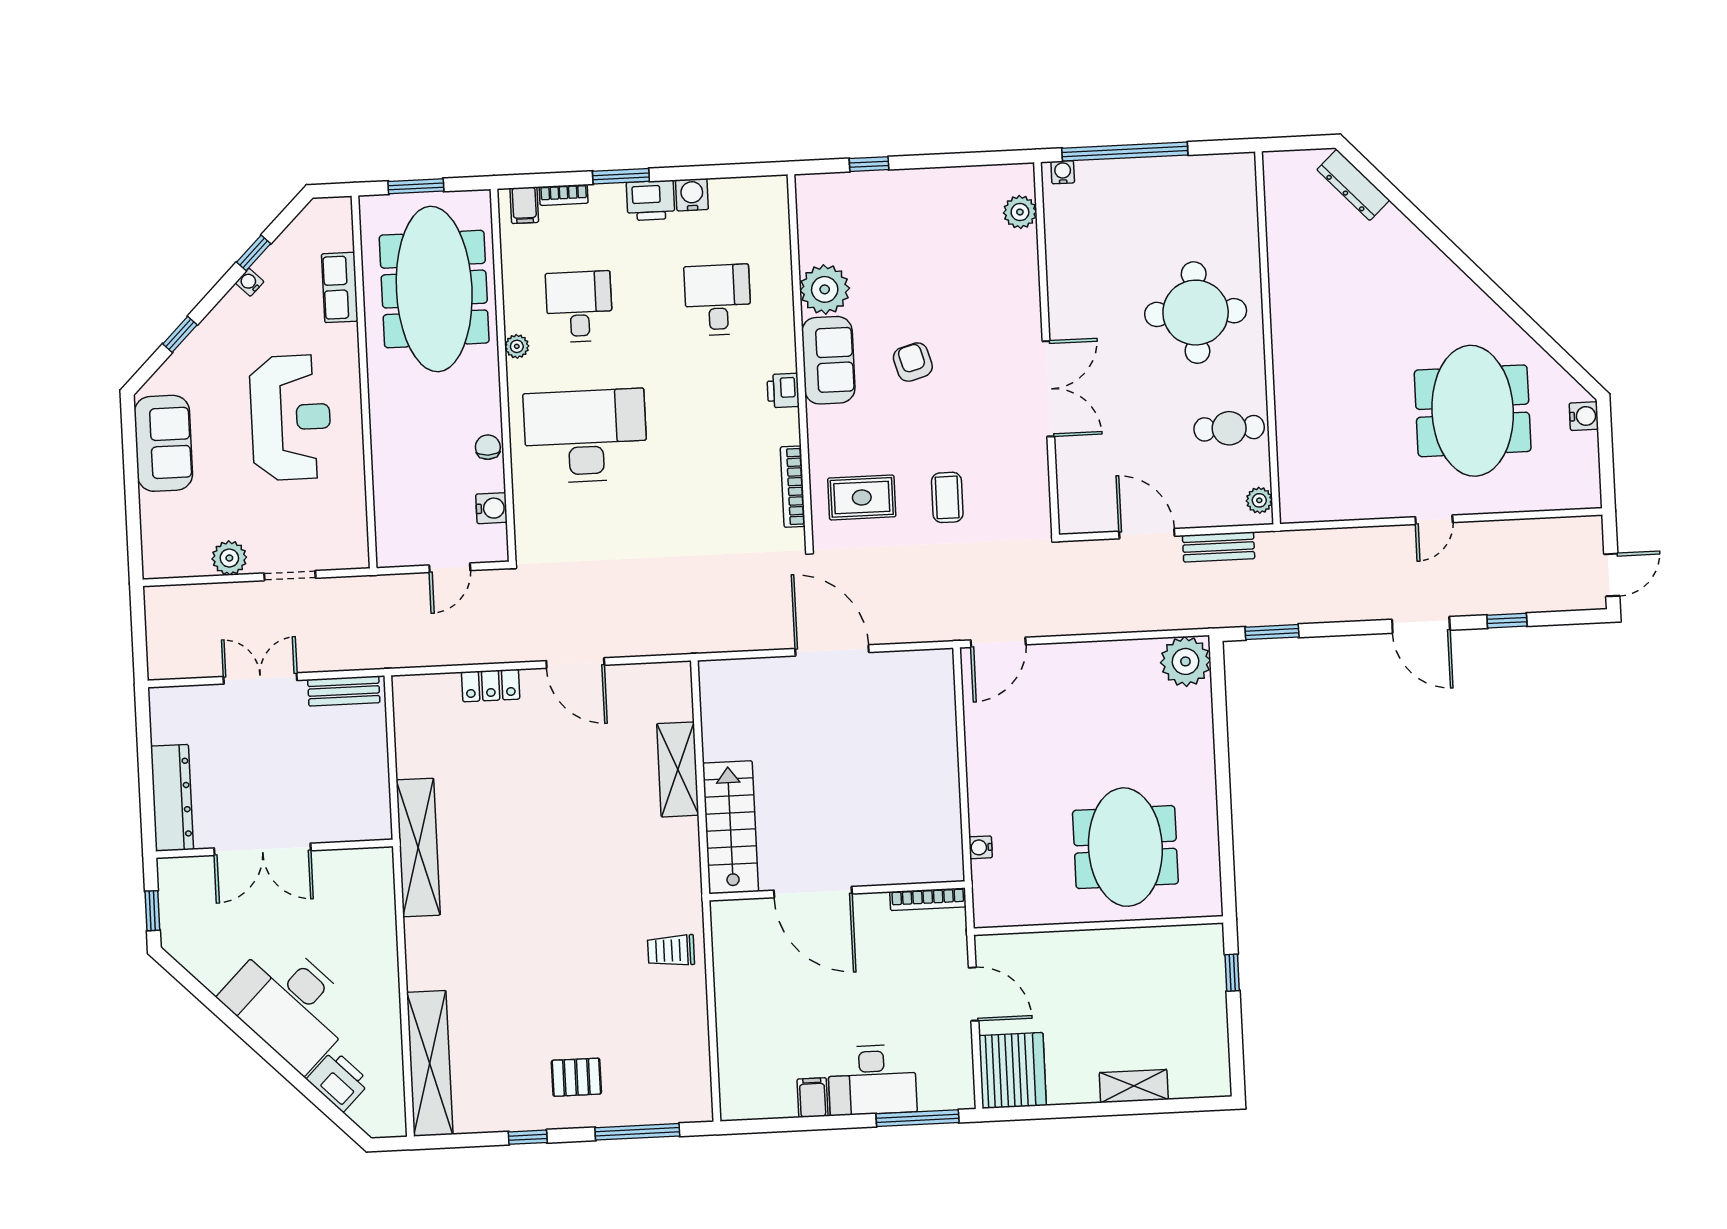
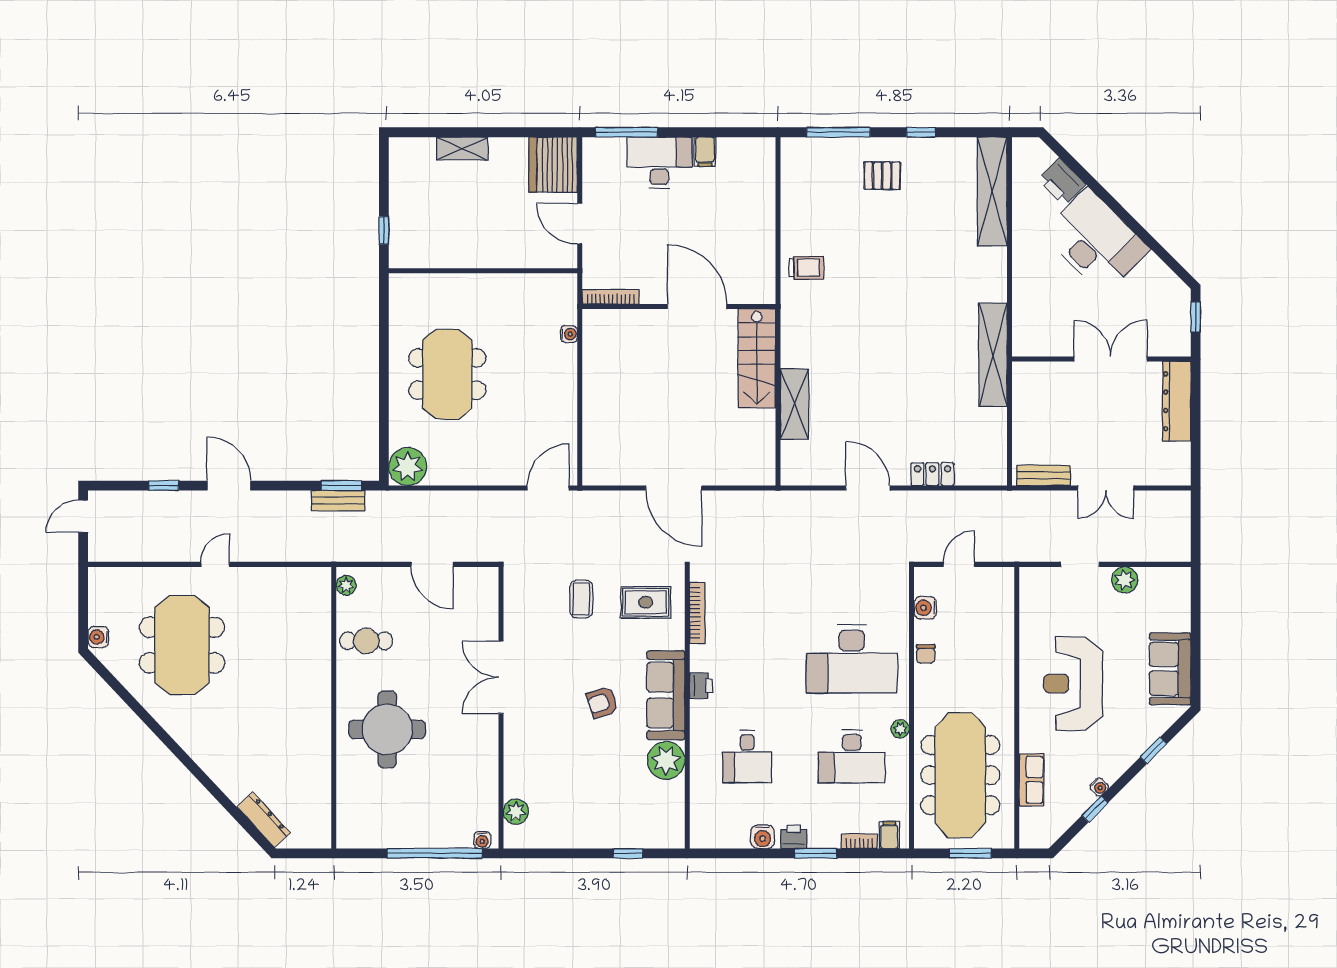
printer: (651, 200) -> (794, 837), width x0.73, depth x0.81
desk: (579, 307) -> (852, 756), width x1.37
sofa: (828, 360) -> (666, 695), width x1.36
armchair: (913, 362) -> (602, 702), turned 88
bench: (1219, 547) -> (338, 501), moved
meeting table: (1125, 847) -> (447, 374), moved

